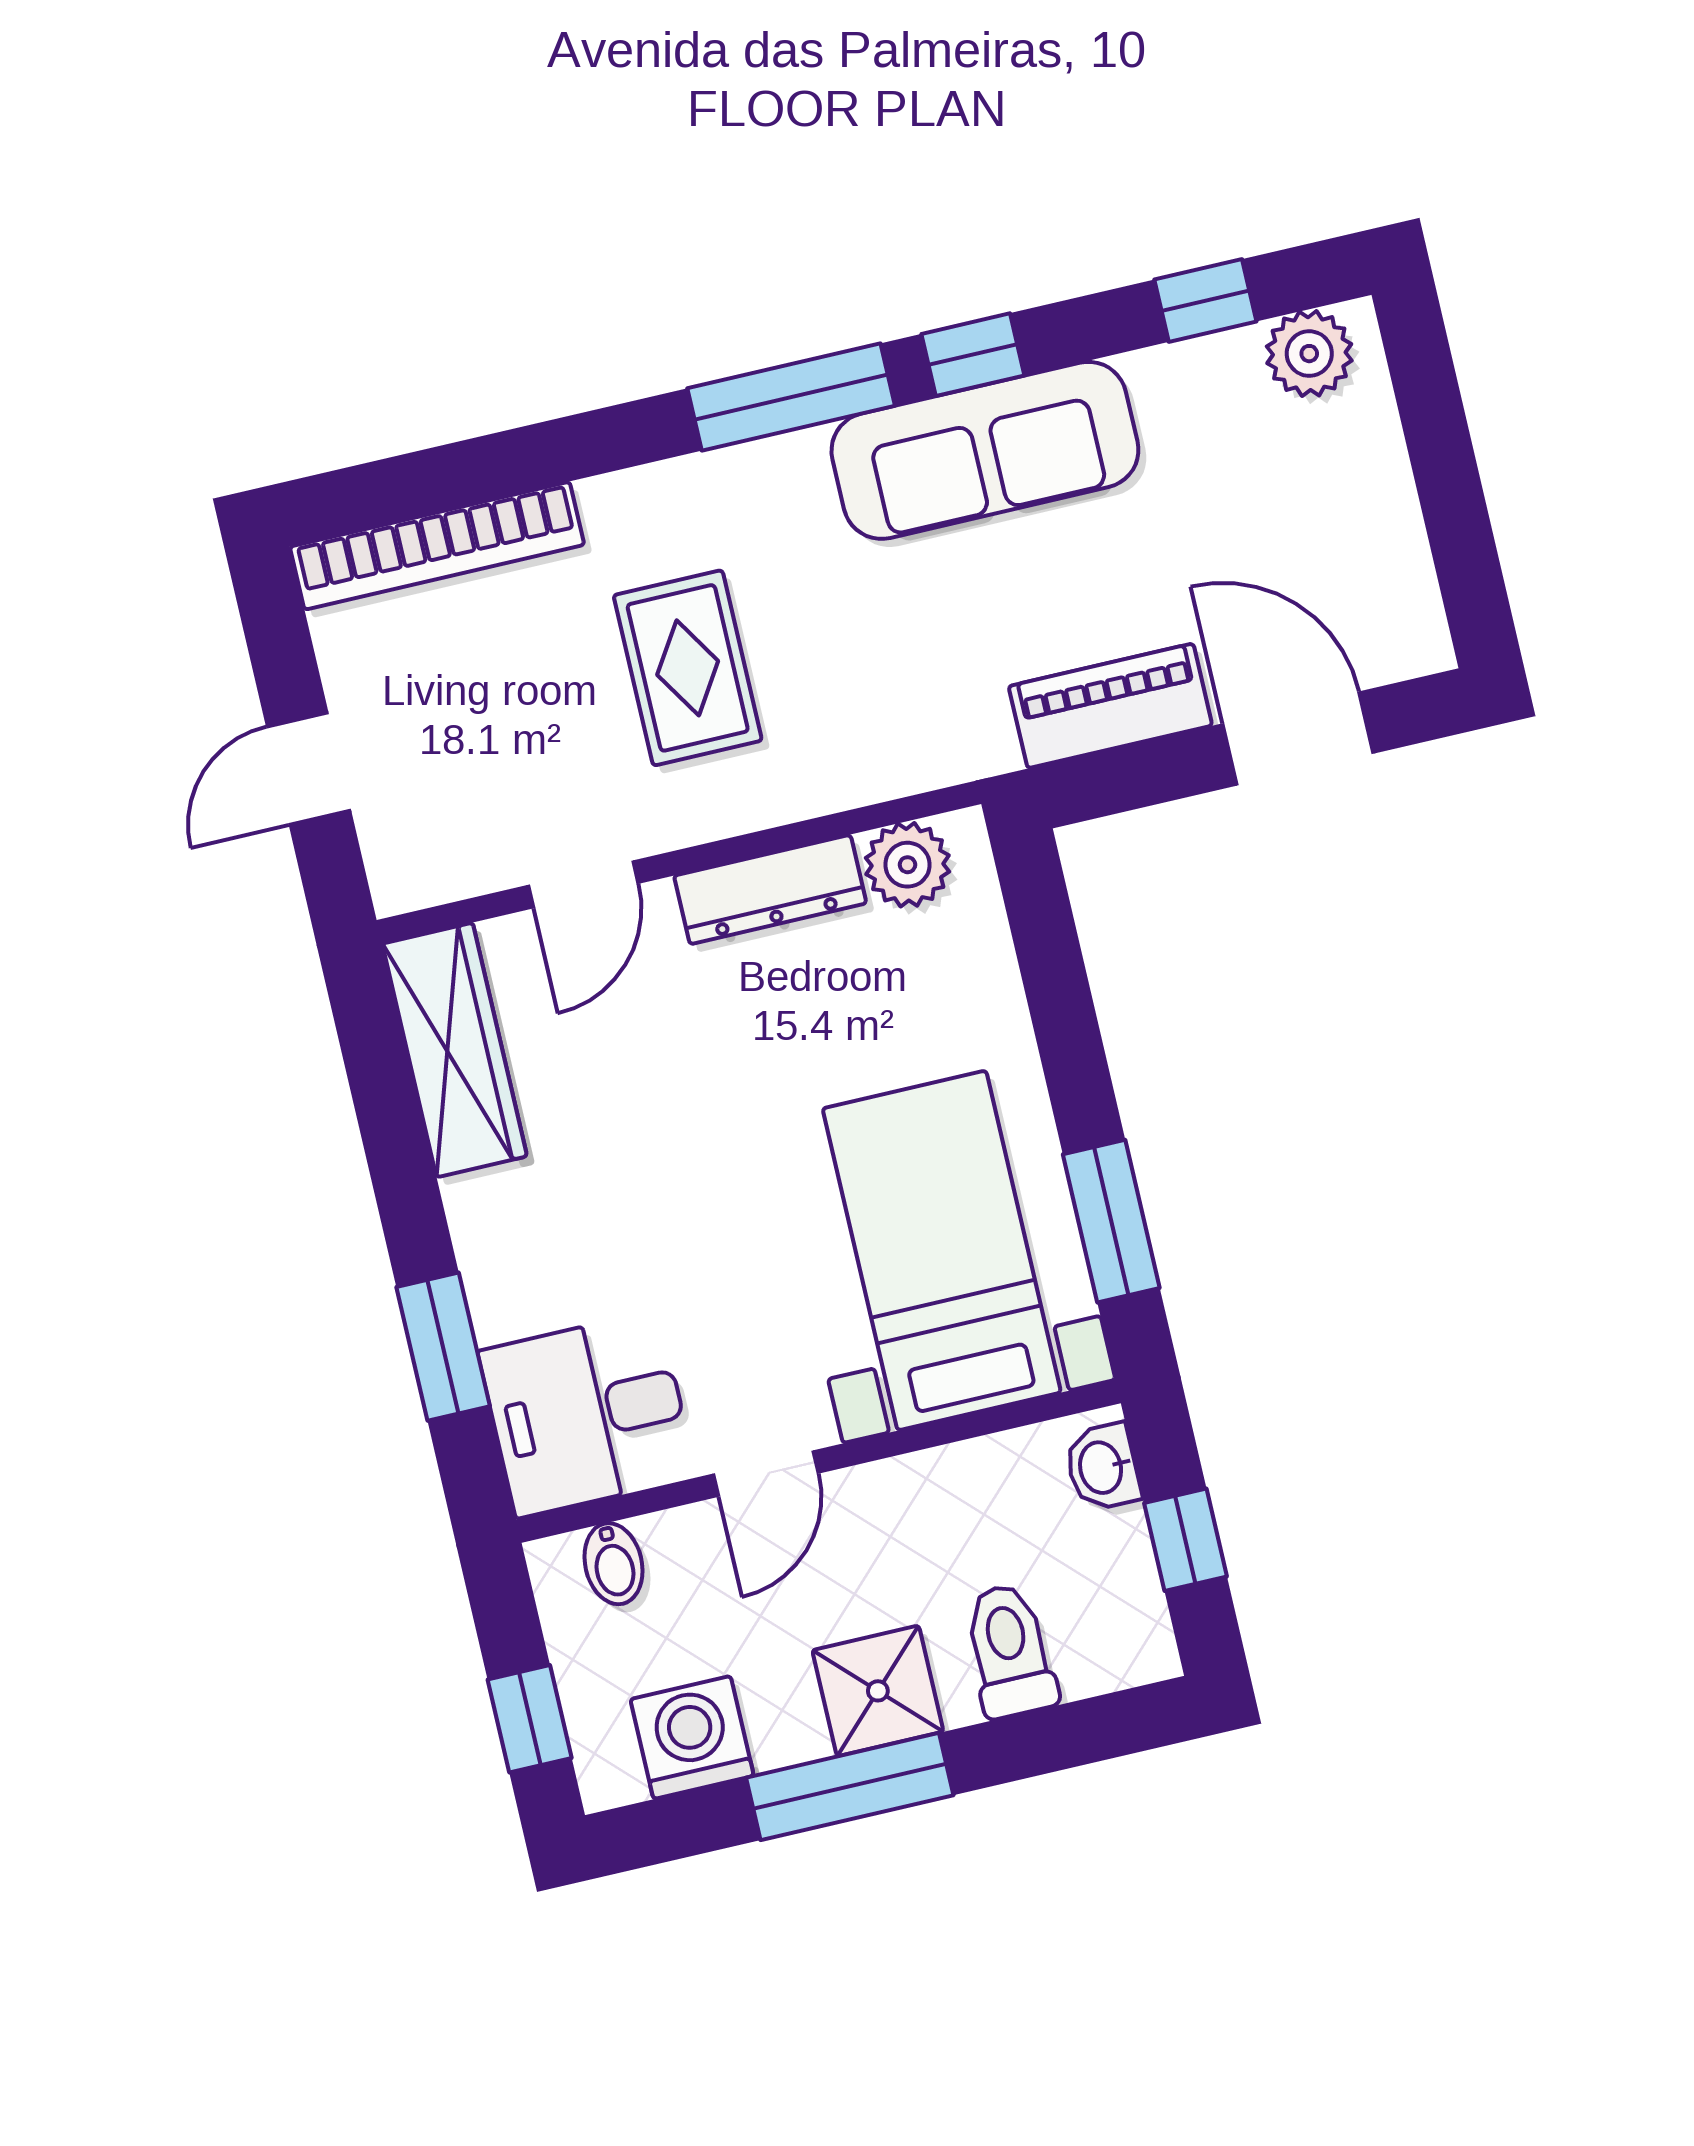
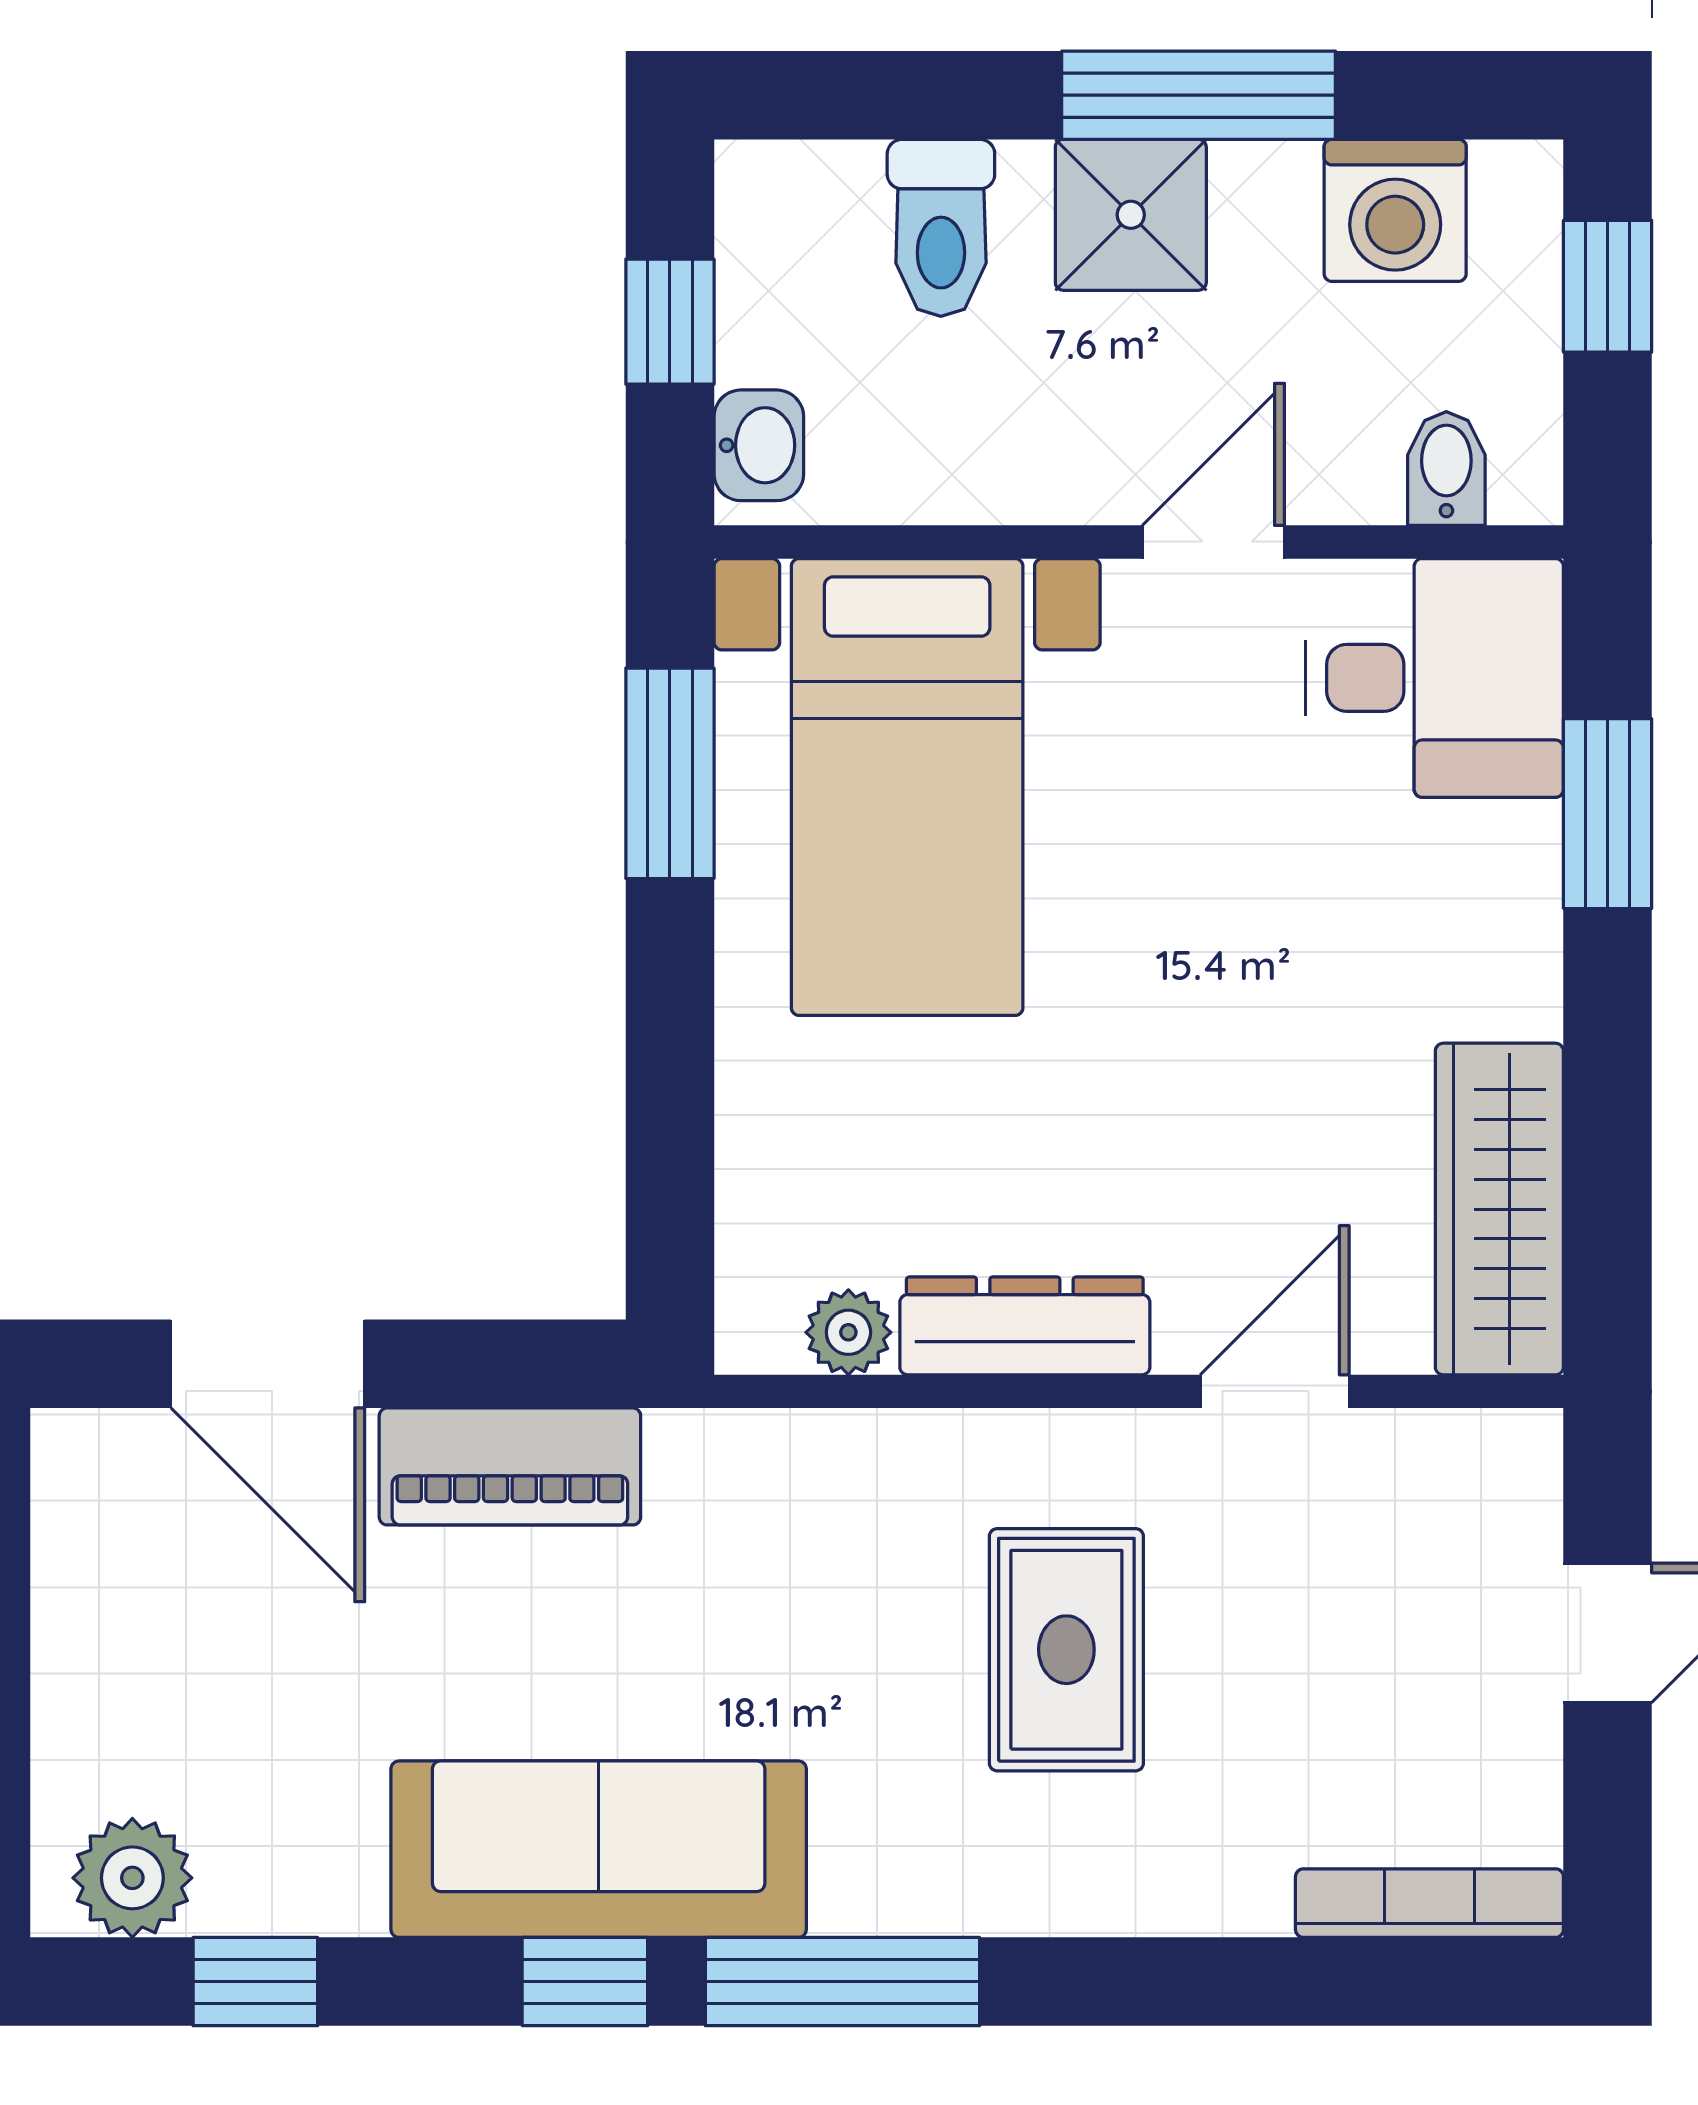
bookcase: (437, 546) -> (1429, 1903), width x0.68, depth x0.76
plant: (907, 865) -> (848, 1332), width x0.73, depth x0.73

